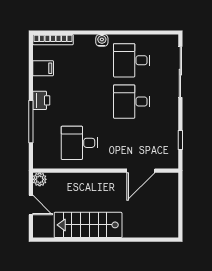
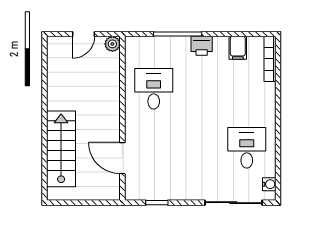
water cooler: (102, 40) -> (269, 184), moved
desk: (132, 102) -> (200, 148), removed
stairs: (88, 225) -> (61, 149), moved

